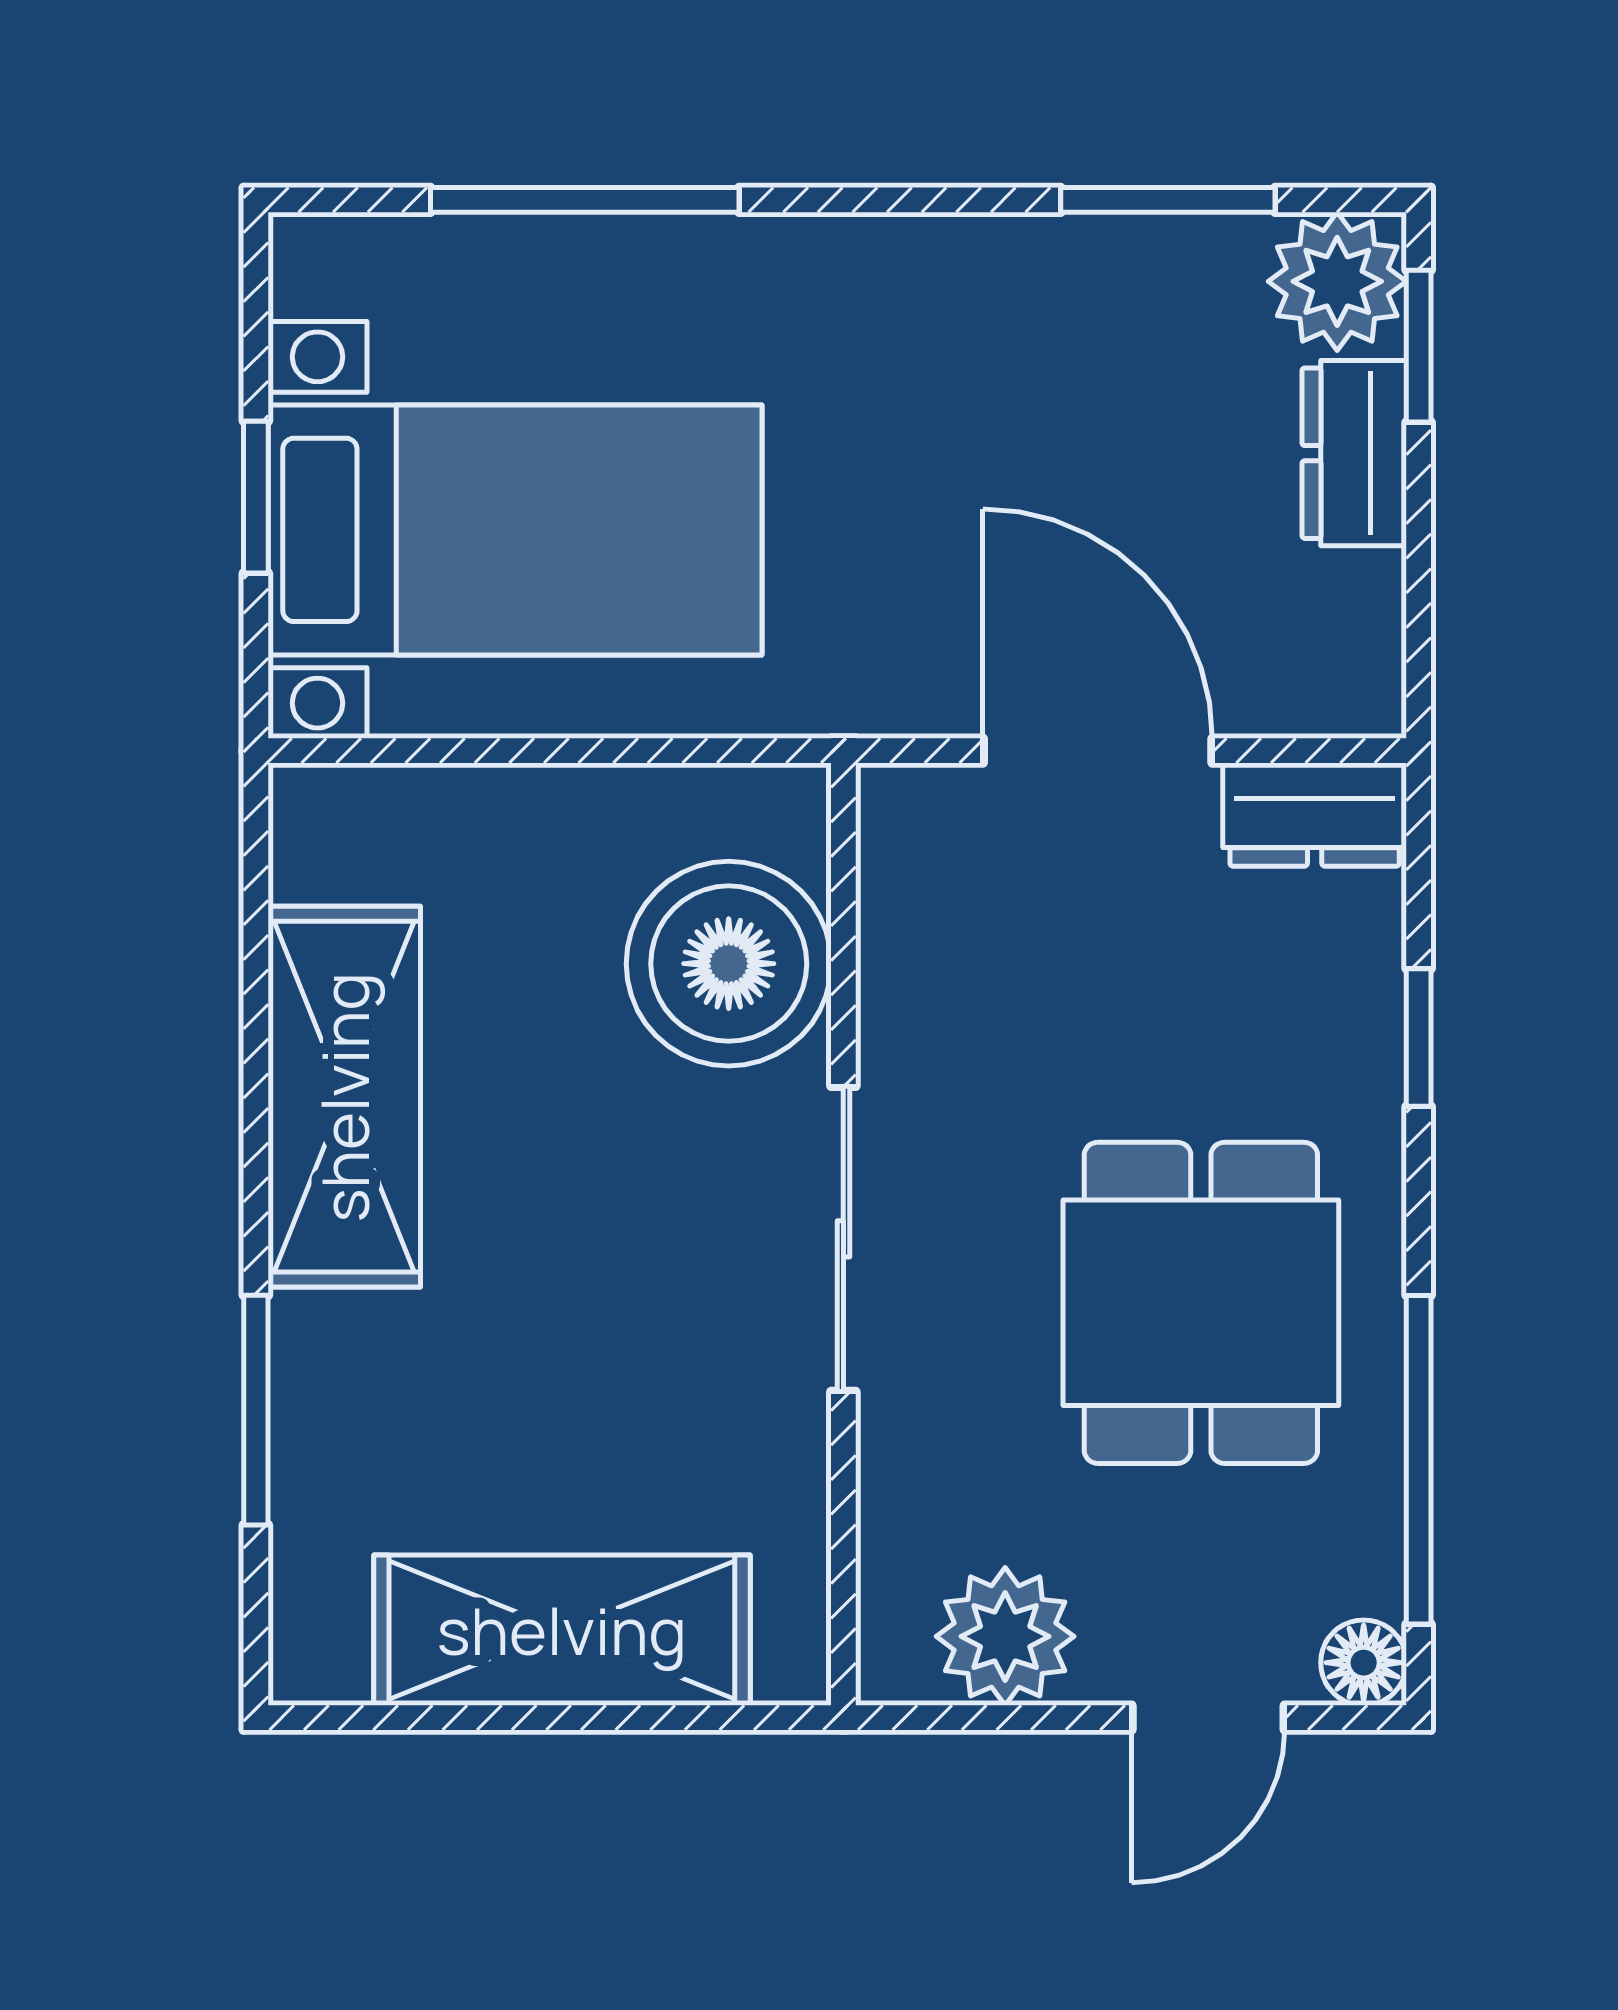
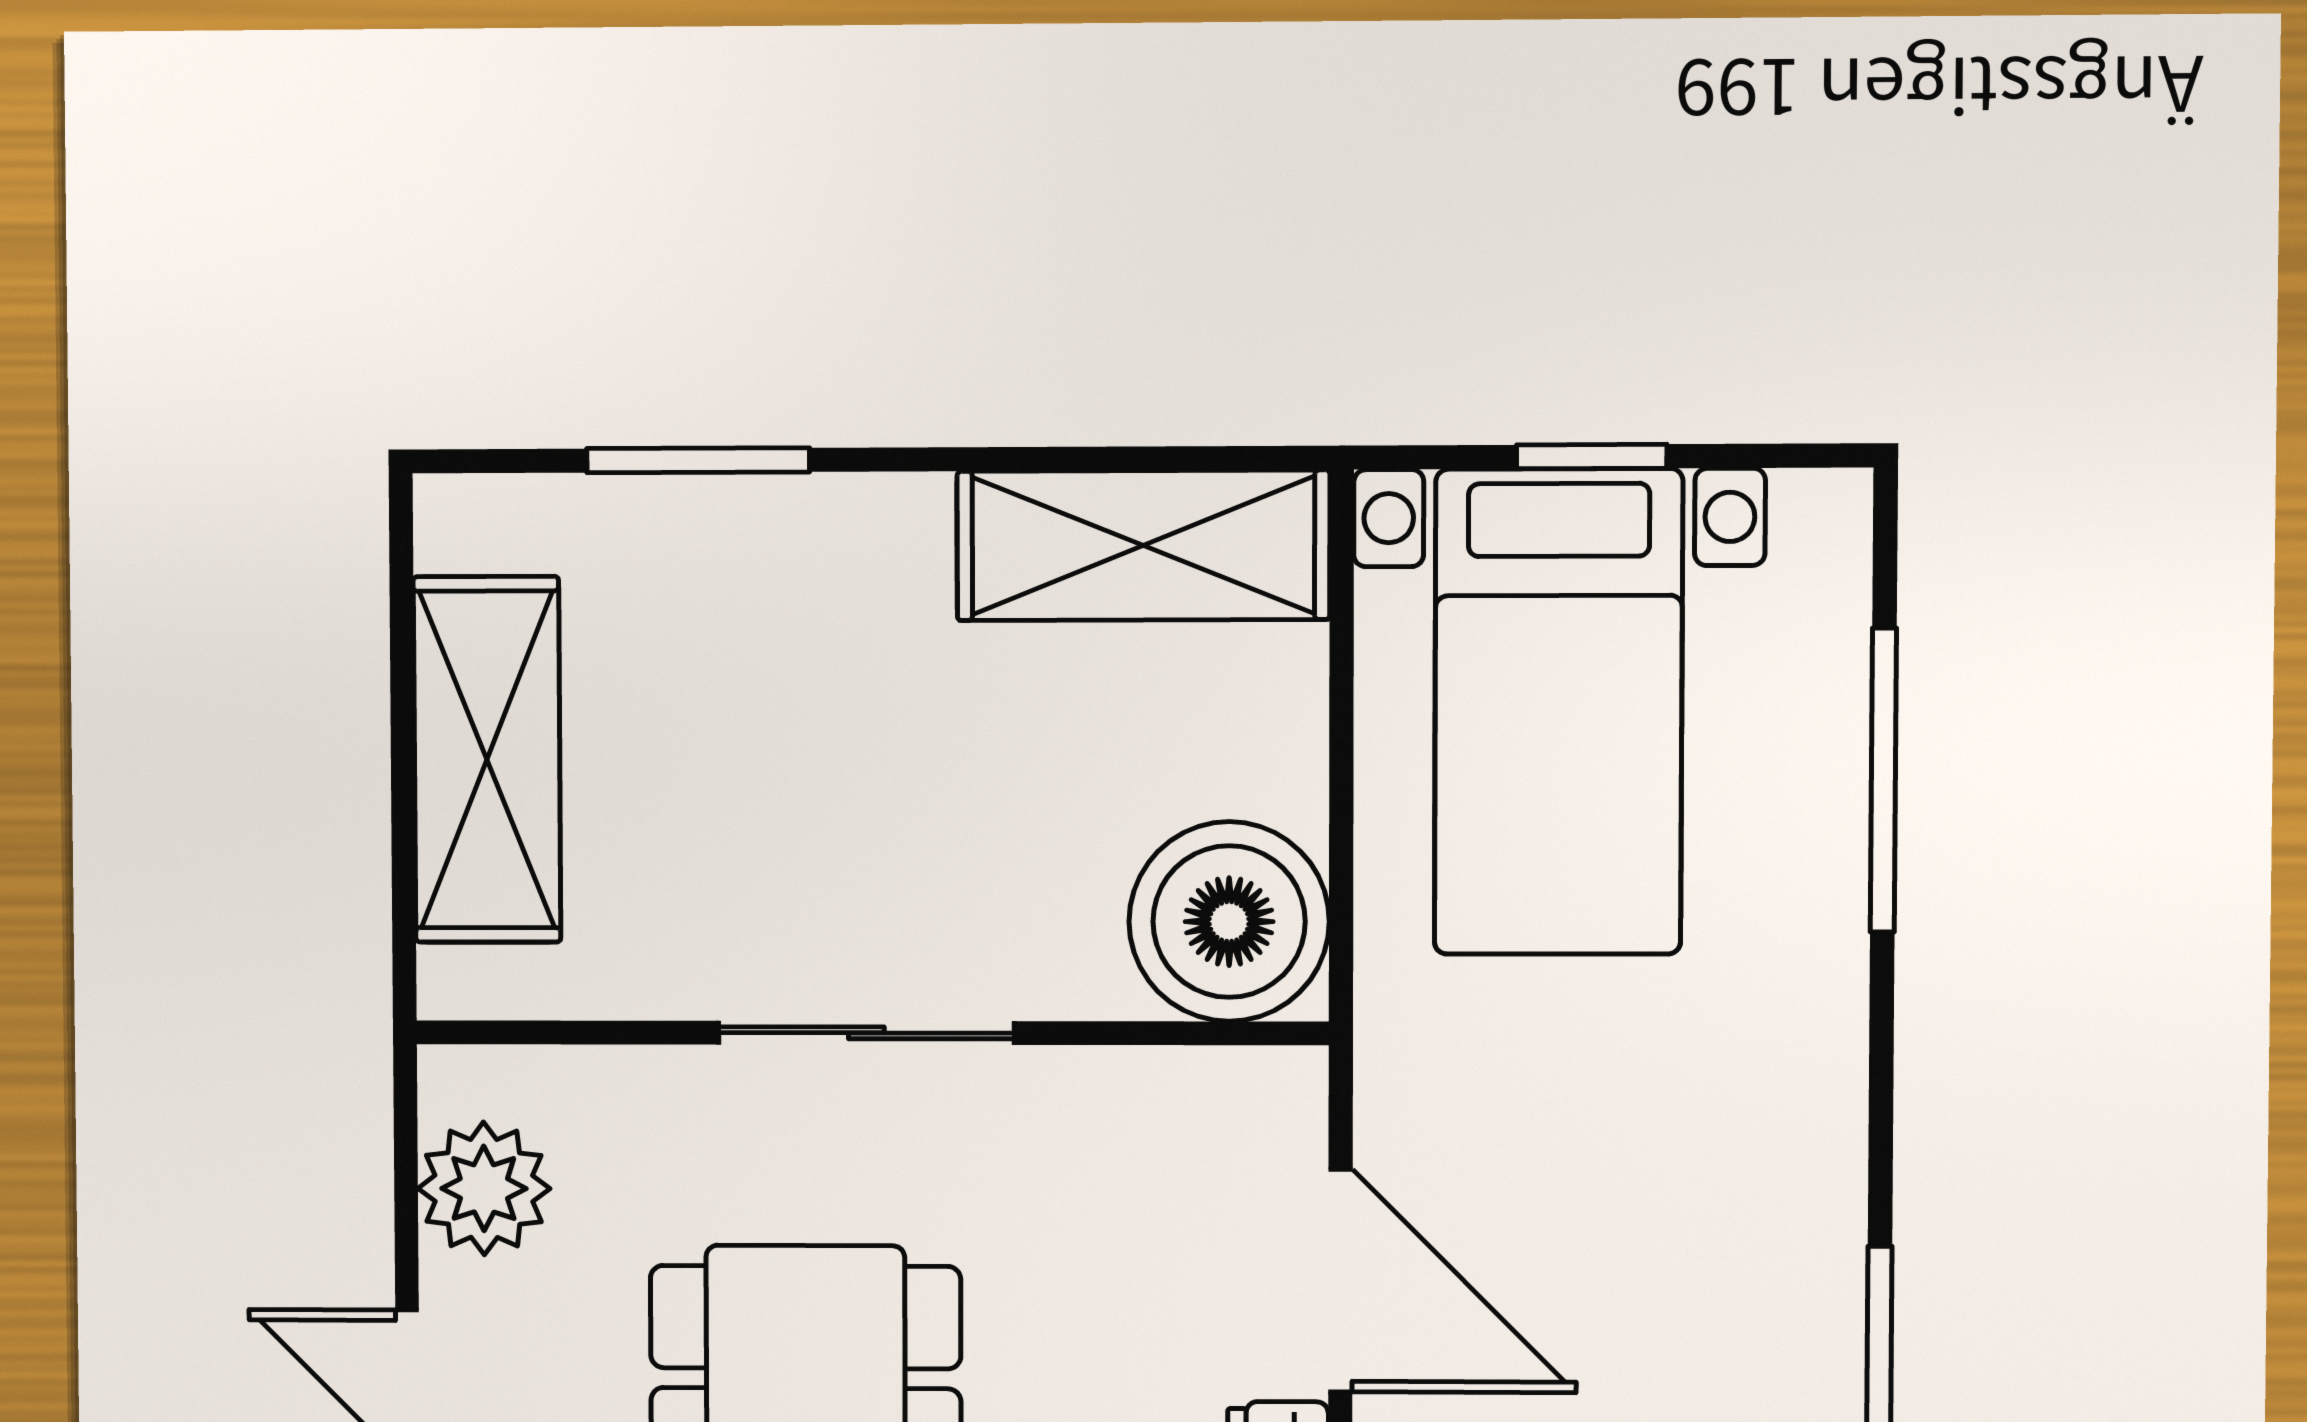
door: (1098, 751) -> (1340, 1281), hinge flipped
boiler: (729, 964) -> (1229, 922), moved
shelving: (344, 1097) -> (1143, 545), moved

